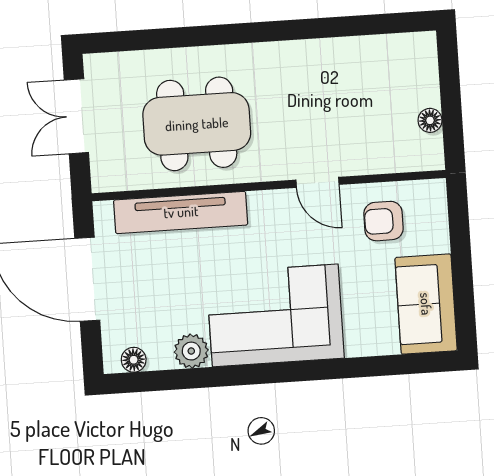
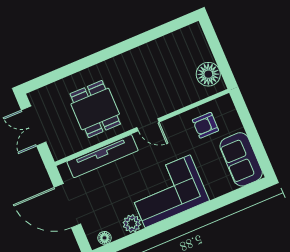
floor lamp: (430, 120) -> (208, 74), width x1.89, depth x1.89
dining table: (197, 124) -> (95, 109), width x0.73
door: (318, 182) -> (148, 125), moved

